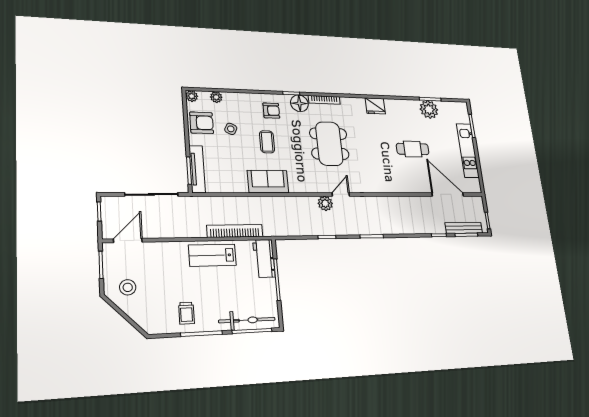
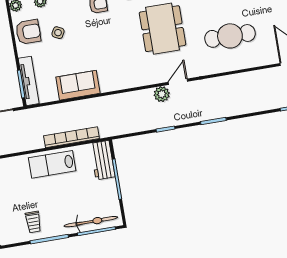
coffee table: (267, 142) -> (96, 39), removed
cafe table: (413, 149) -> (230, 36), moved, width x1.37, depth x1.35
sofa: (268, 182) -> (78, 85), moved

